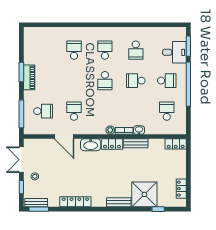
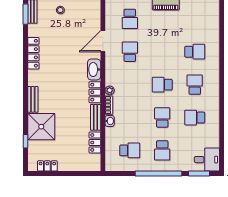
school desk: (105, 50) -> (195, 85), turned -90
desk: (174, 52) -> (207, 160), moved, turned -90
school desk: (74, 111) -> (130, 52), turned -90
locker: (176, 144) -> (95, 142), moved

